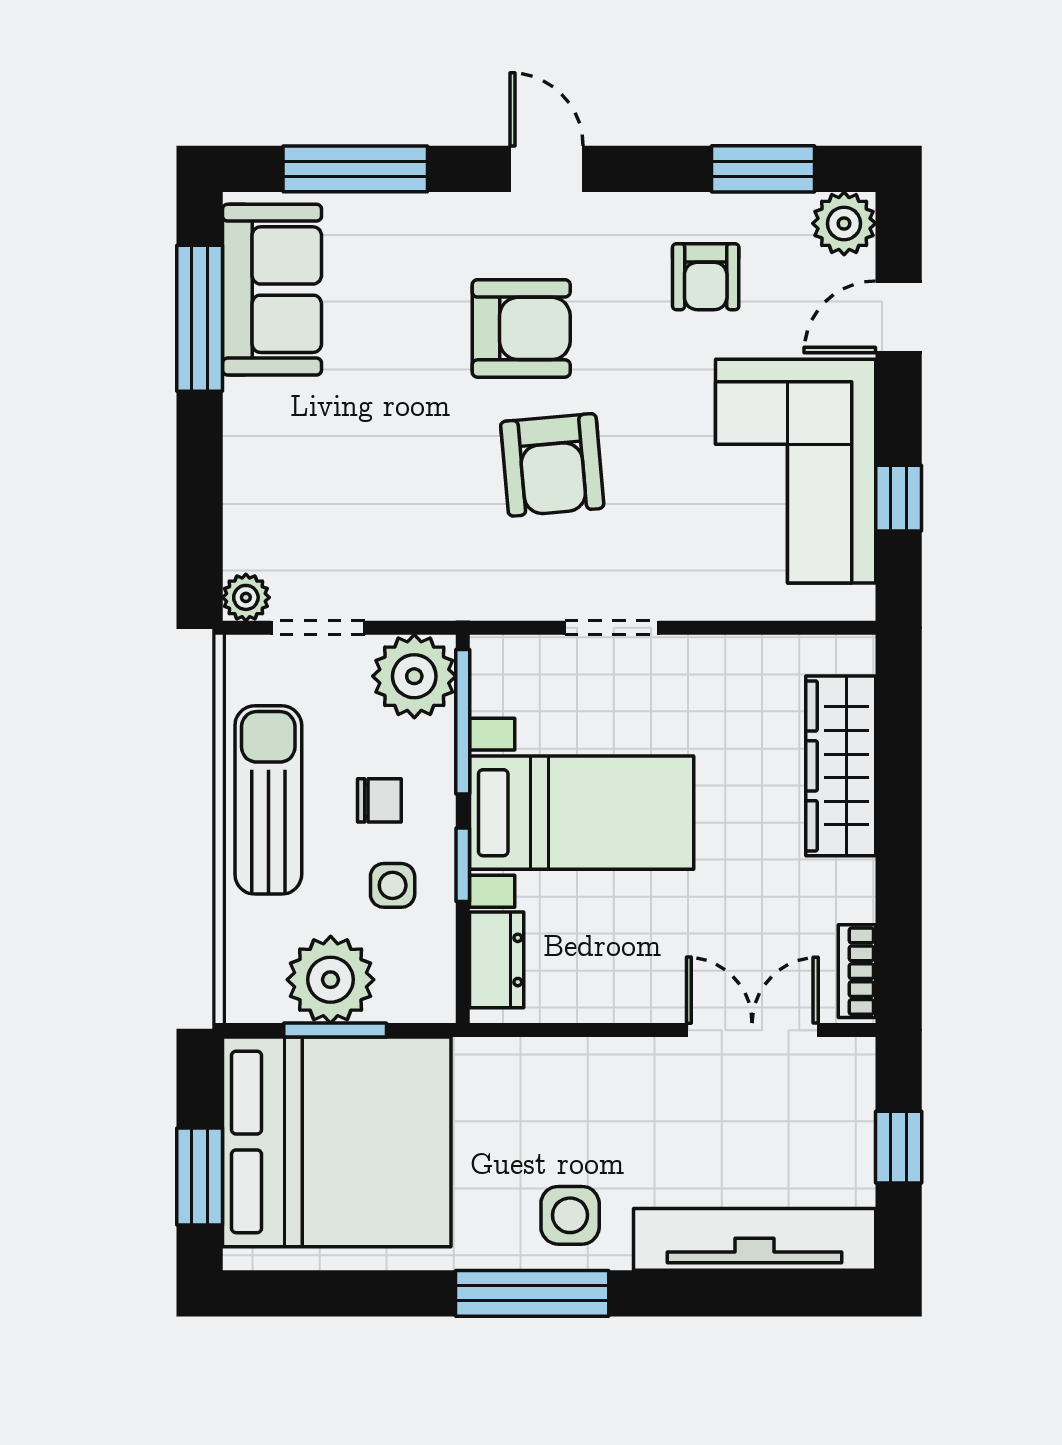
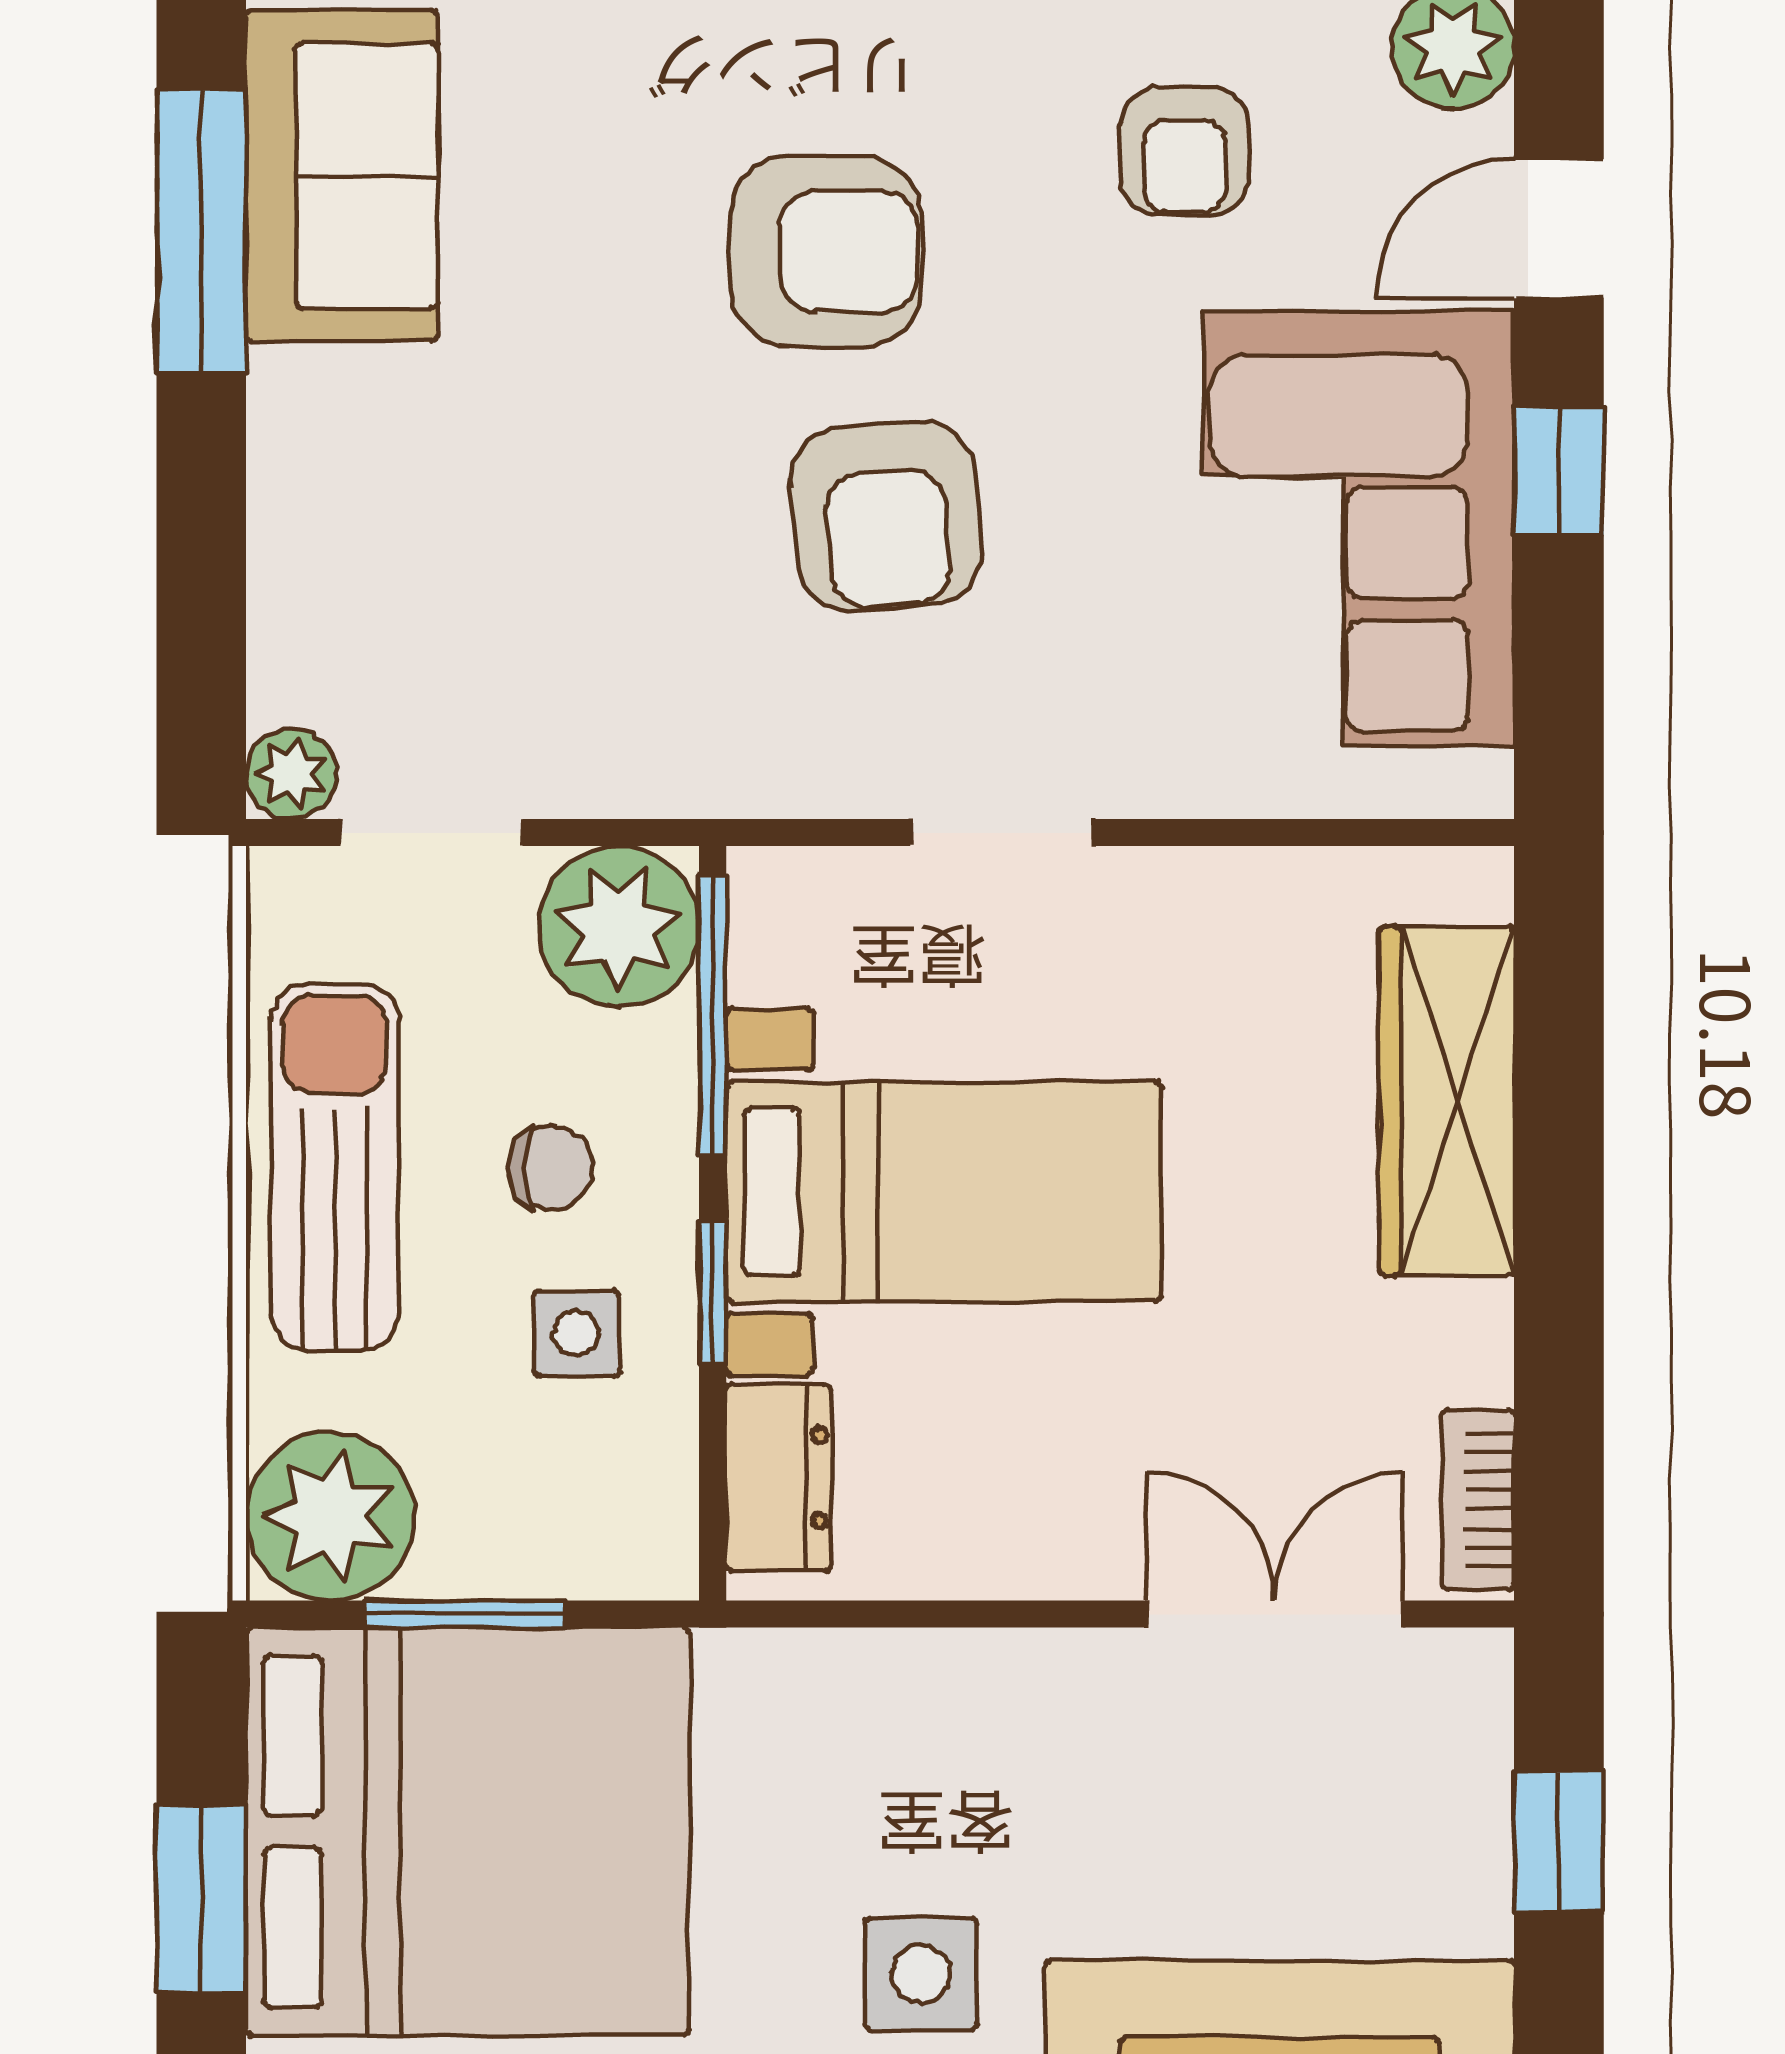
window: (899, 498) -> (1559, 471), moved
plant: (331, 980) -> (330, 1516), moved

